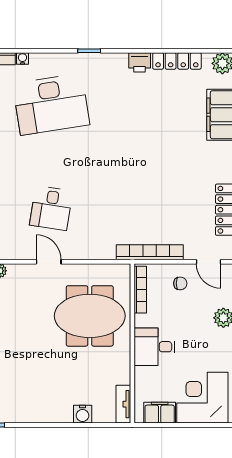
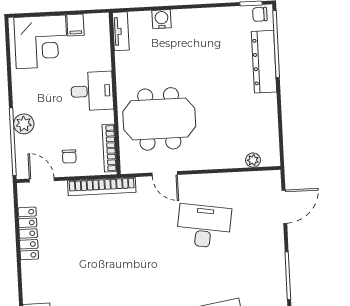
desk: (51, 208) -> (204, 226), width x1.37
door: (49, 262) -> (165, 174), moved
chair: (180, 283) -> (69, 156), turned -90
filing cabinet: (160, 413) -> (75, 25), width x0.50

